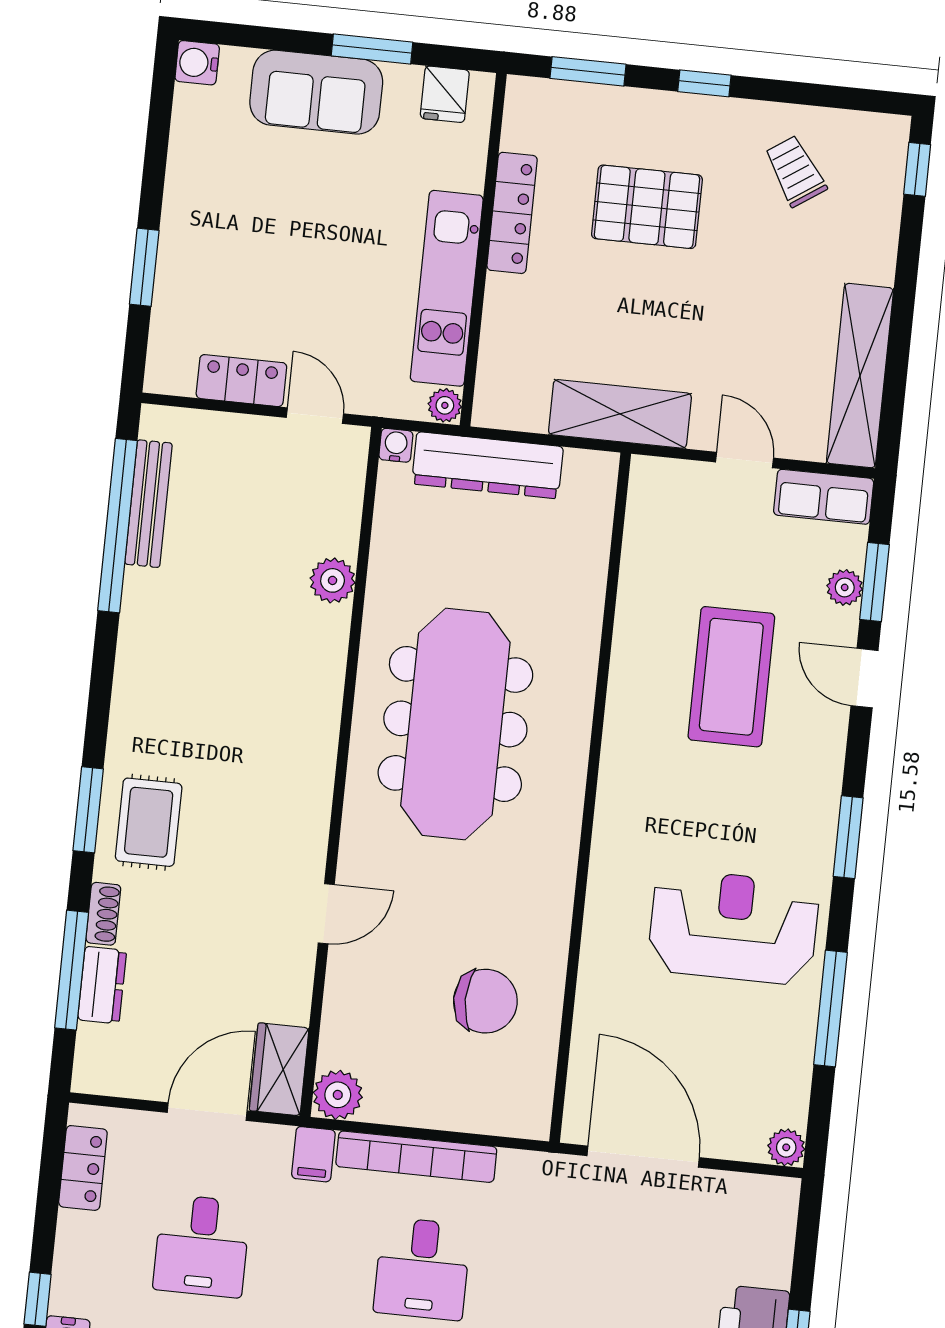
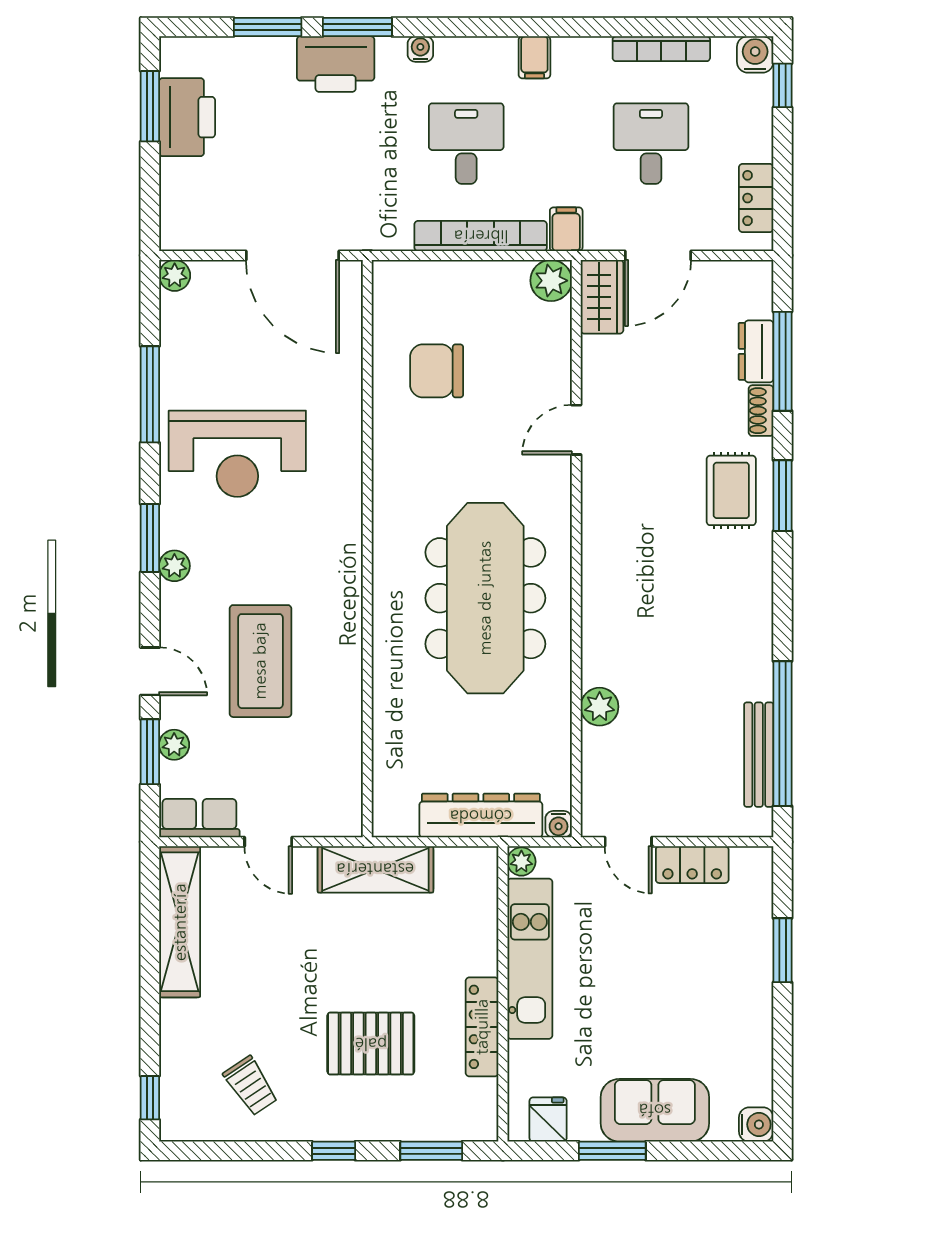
plant: (822, 801) -> (174, 566), added

